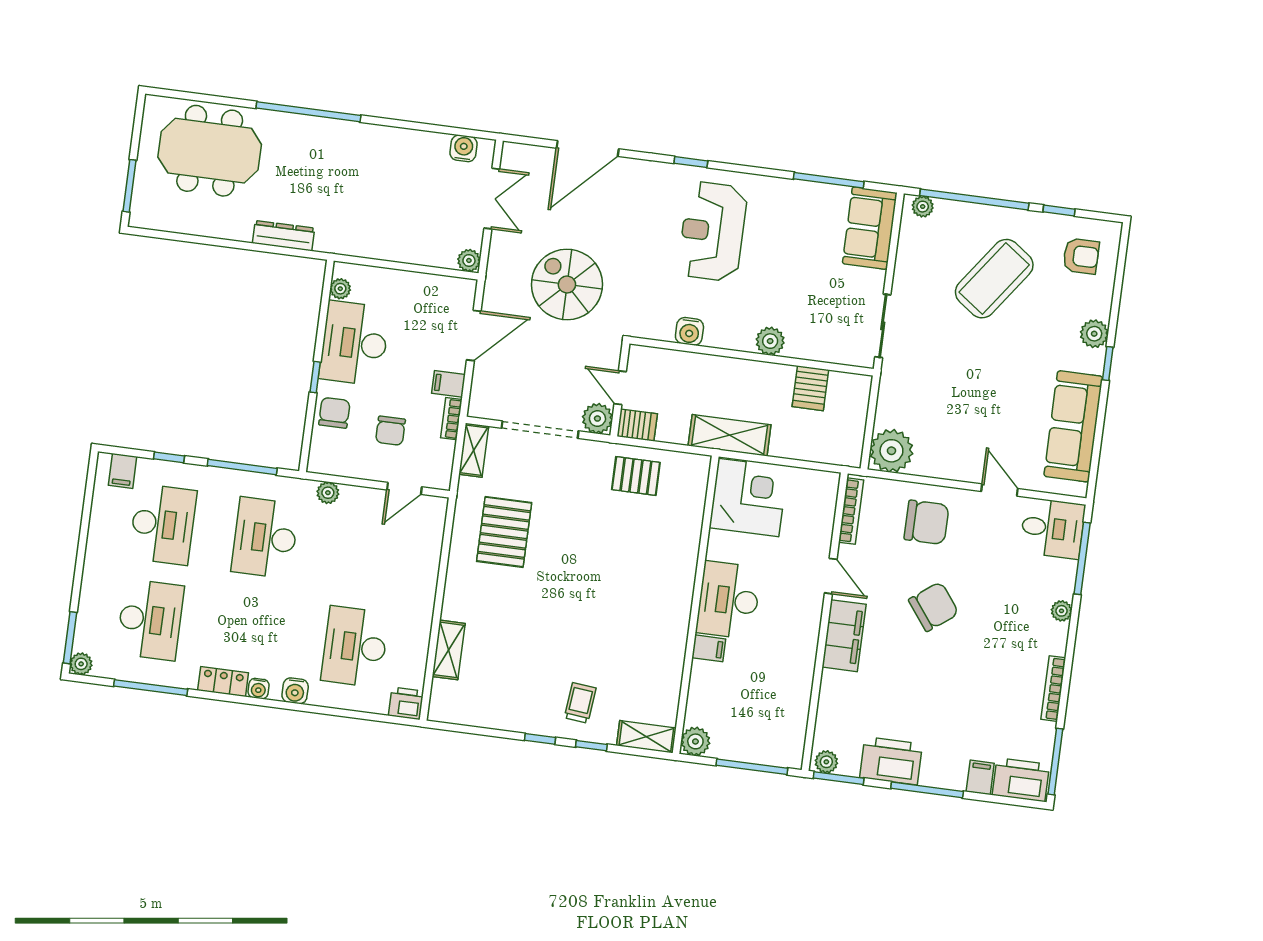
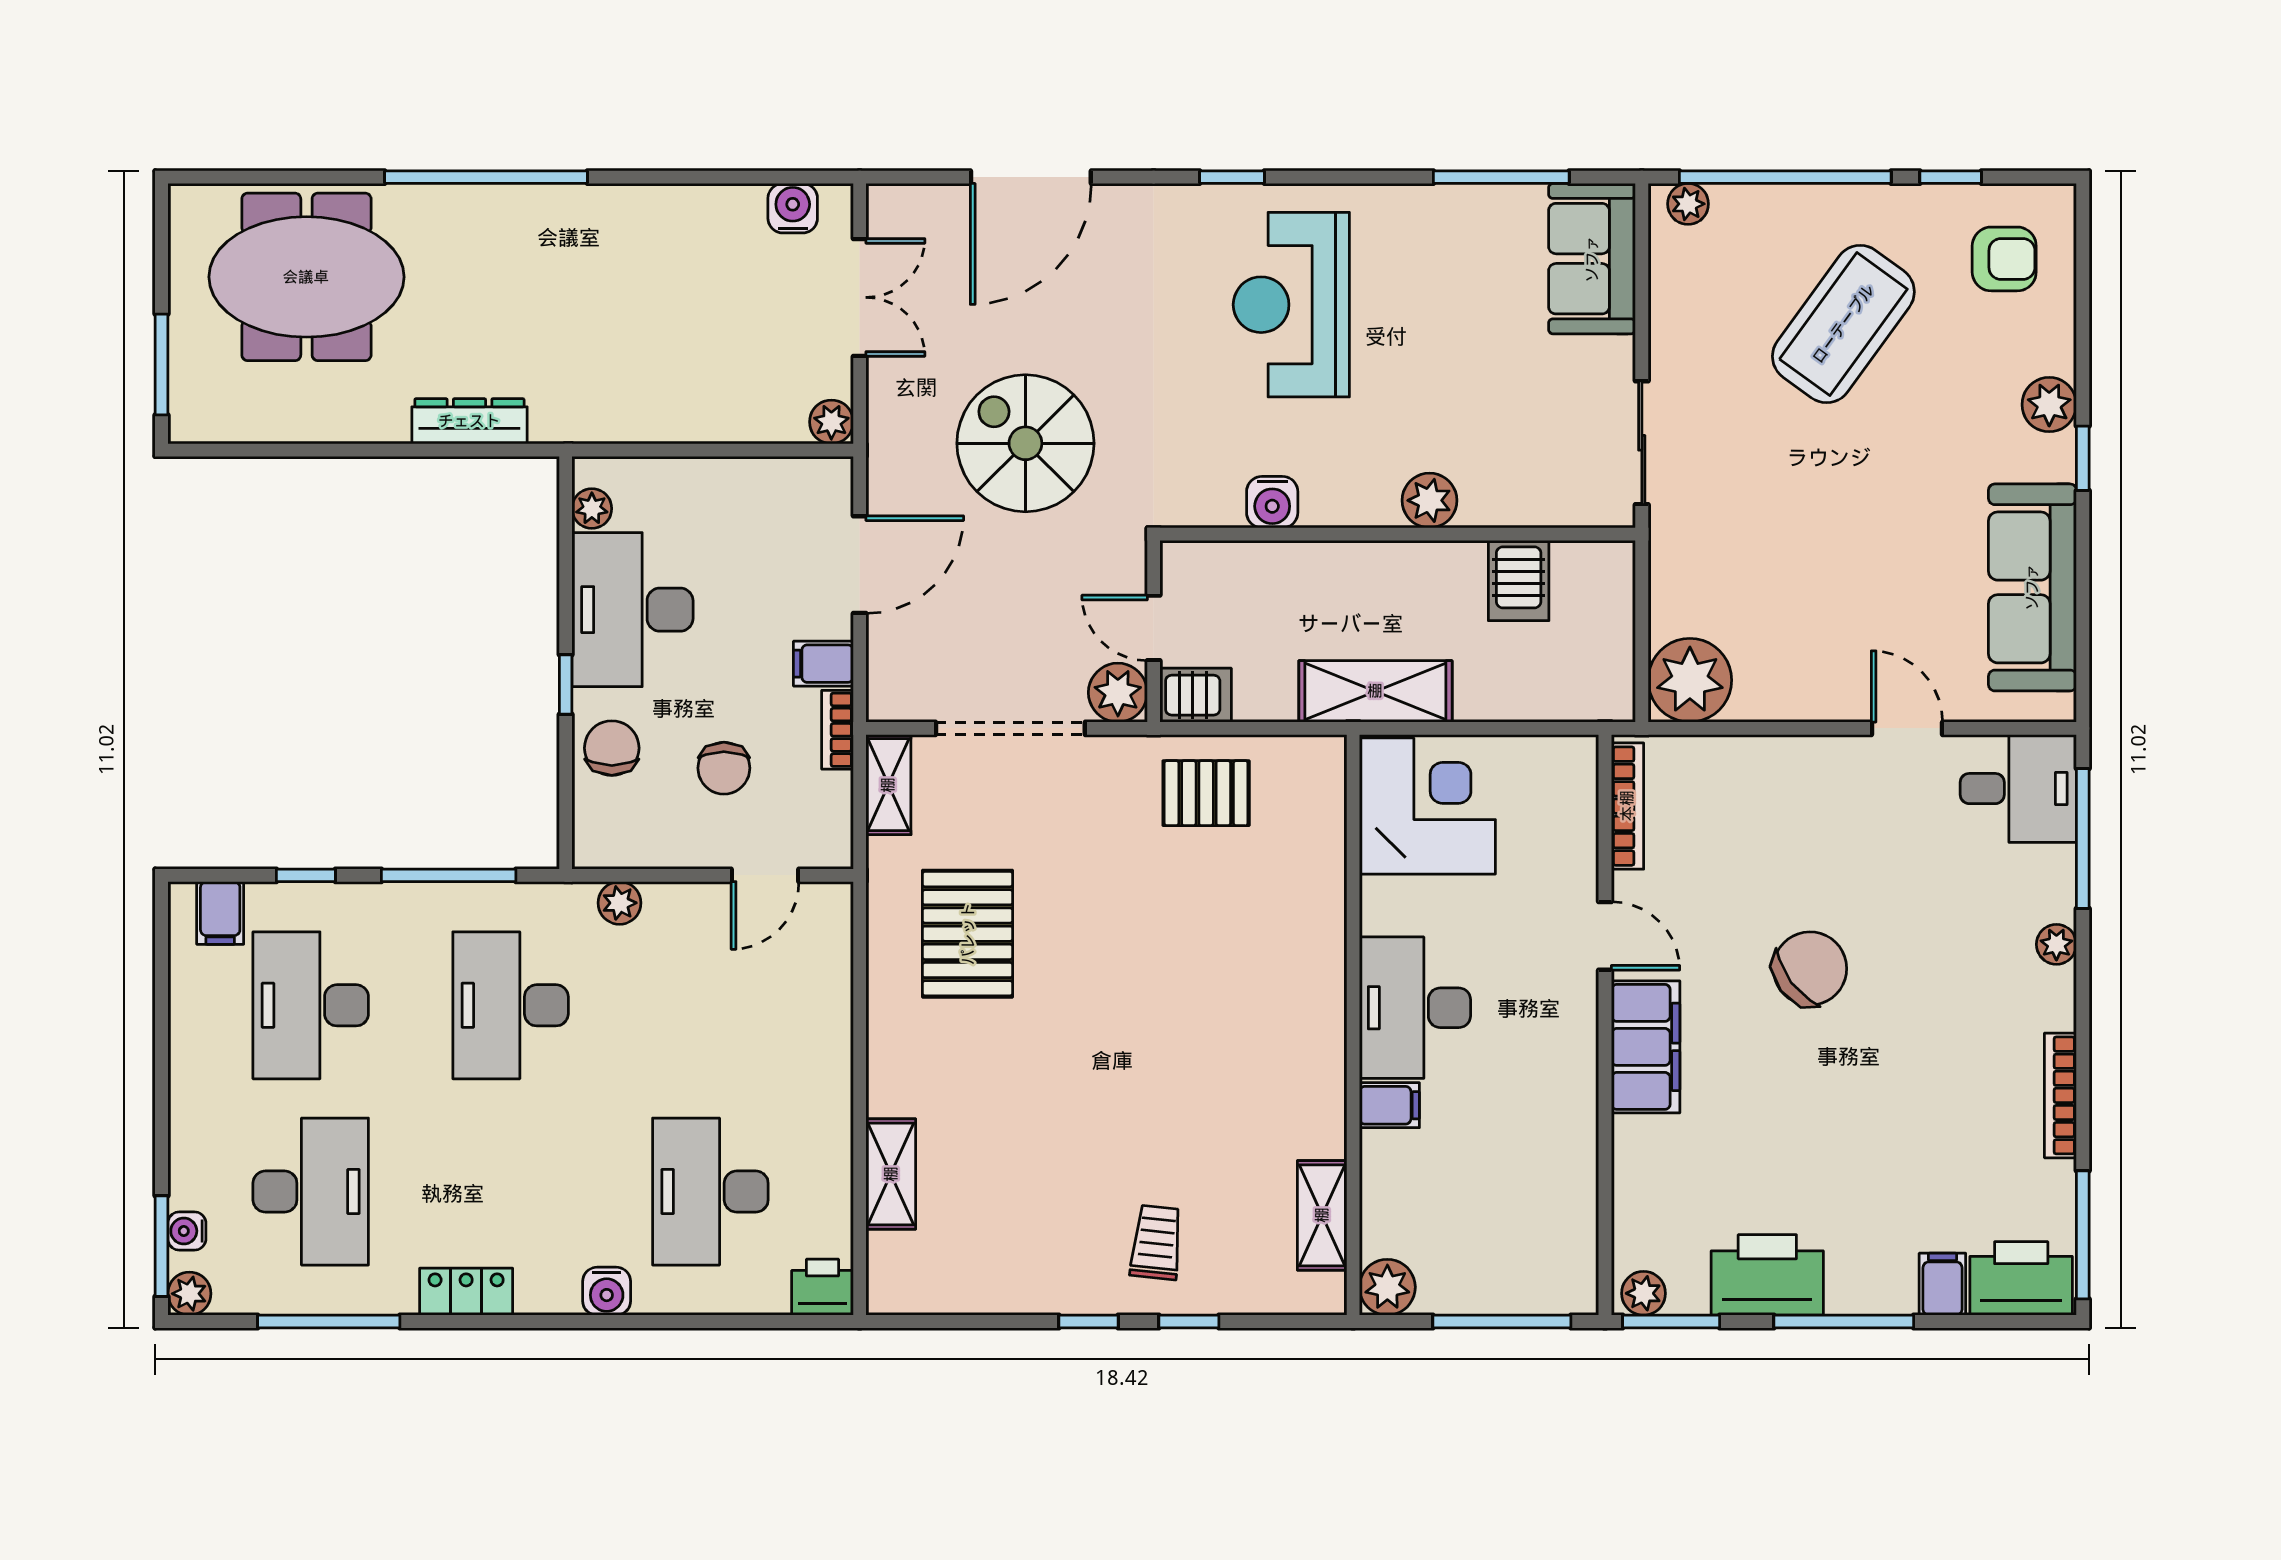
chair: (926, 522) -> (1775, 809), removed
desk: (163, 524) -> (311, 1005), turned 180
water cooler: (259, 689) -> (187, 1231), moved, turned 90
shelving: (646, 737) -> (1322, 1215), moved, turned 90

